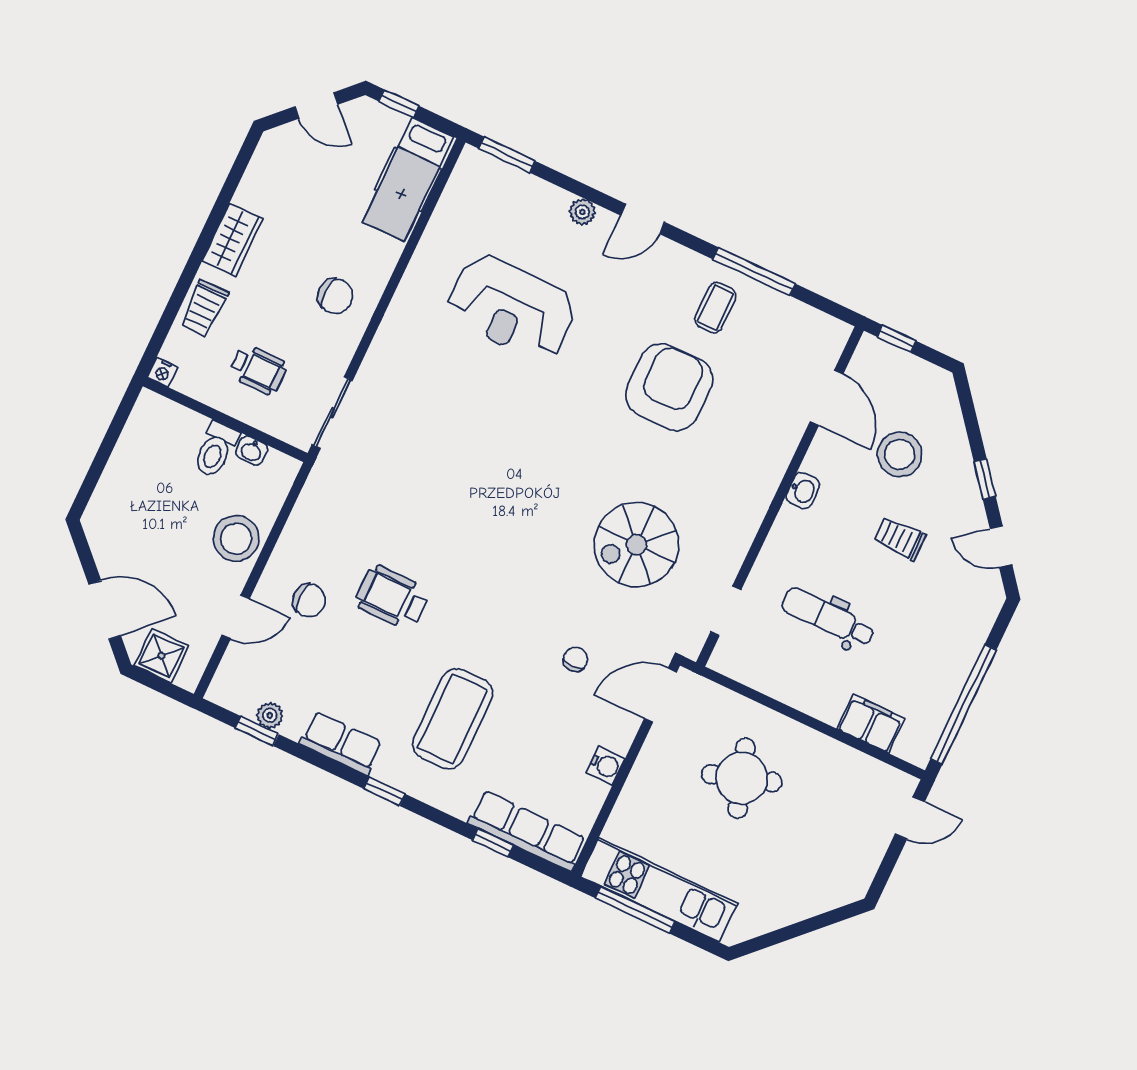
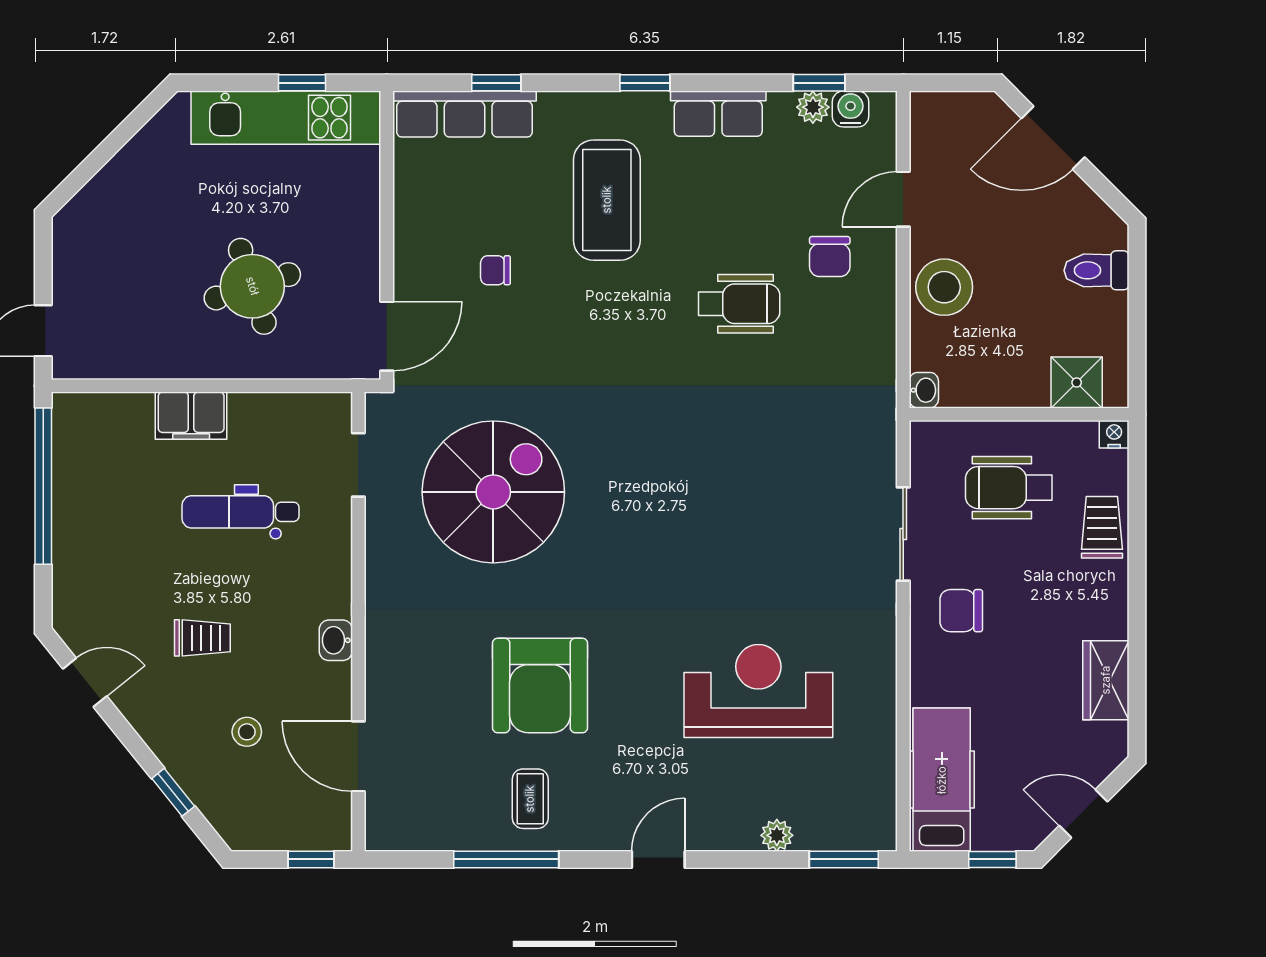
plant: (582, 212) -> (777, 835), moved
wardrobe: (232, 240) -> (1106, 680), moved
wheelchair: (258, 370) -> (1009, 488), width x1.36, depth x1.37
sliding door: (332, 413) -> (903, 534), moved
toilet: (216, 450) -> (1097, 270), moved, turned -90
washbasin: (252, 451) -> (924, 390), moved, turned 90
stool: (900, 454) -> (247, 732), width x0.53, depth x0.53
window: (985, 479) -> (173, 792), moved
spiral stairs: (636, 545) -> (493, 492), width x1.37, depth x1.37
chair: (309, 600) -> (830, 257), turned -90
dental chair: (828, 617) -> (241, 512), turned 180
shower: (161, 656) -> (1077, 383), moved
chair: (575, 659) -> (495, 270), moved, turned 90
filing cabinet: (871, 724) -> (191, 416), moved
water cooler: (606, 765) -> (851, 109), moved, turned 90
window: (635, 910) -> (302, 83), width x0.46

